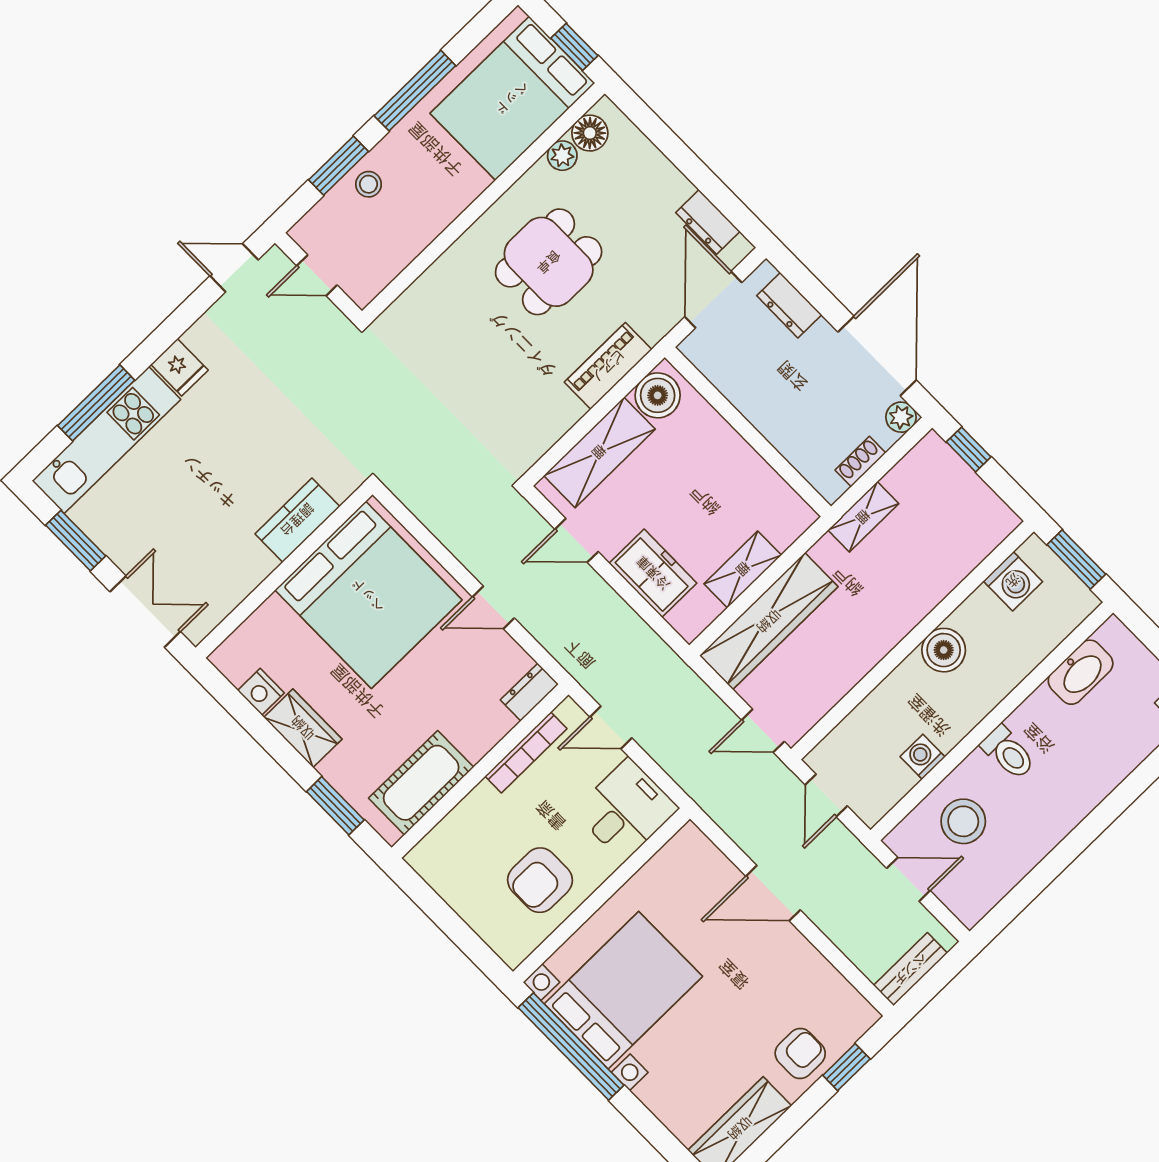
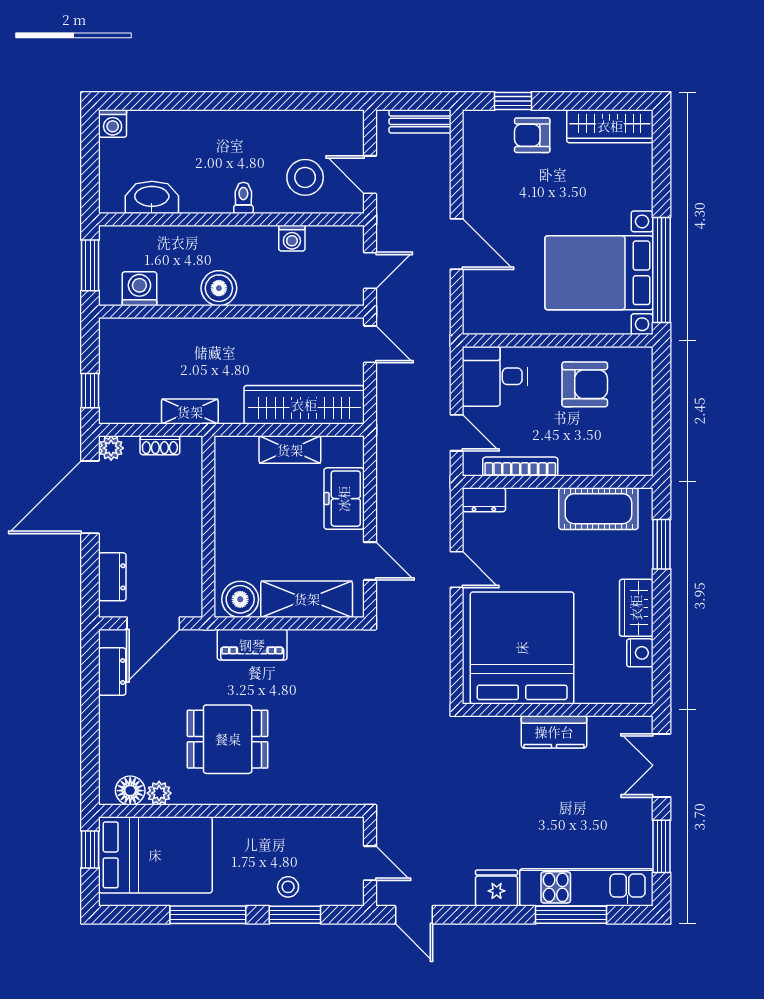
fridge: (179, 367) -> (497, 888), width x1.38
kitchen counter: (297, 520) -> (554, 732), moved
toilet: (1008, 753) -> (243, 198), width x0.73, depth x0.72

